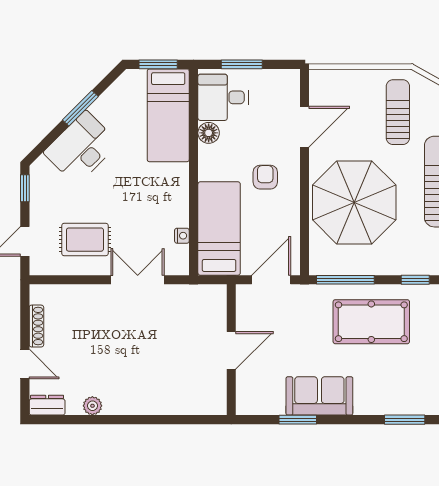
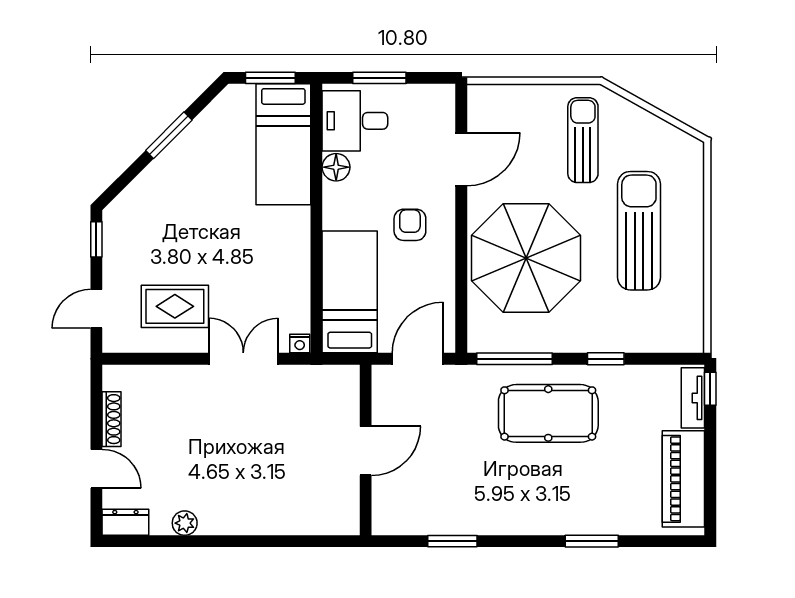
desk: (81, 148) -> (170, 187), removed
nightstand: (182, 236) -> (300, 344), moved, turned 90
sofa: (319, 396) -> (481, 510), removed

